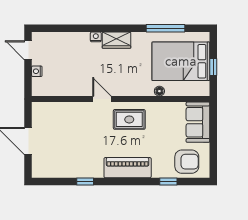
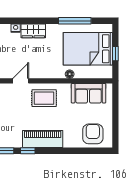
door: (102, 99) -> (21, 81), hinge flipped
sofa: (198, 122) -> (89, 93), moved, turned -90
armchair: (187, 162) -> (93, 134), turned -90
window: (168, 181) -> (28, 151), moved

